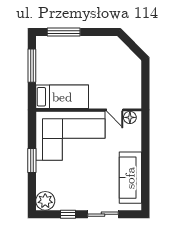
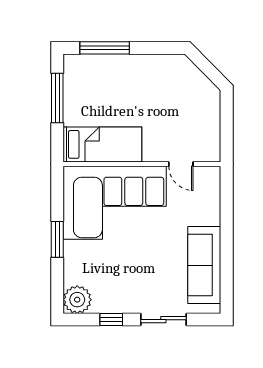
floor lamp: (130, 117) -> (203, 175), removed

